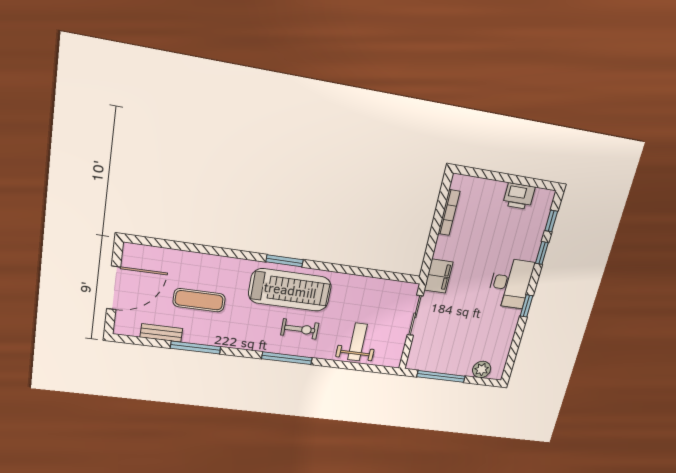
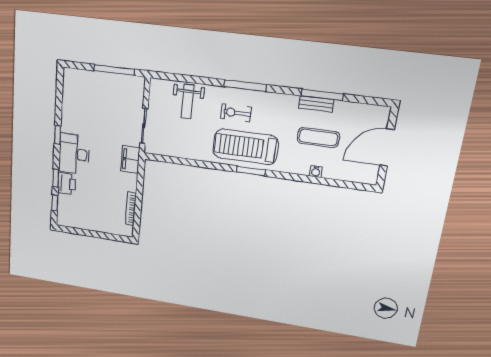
printer: (519, 196) -> (67, 184), moved, turned 90
water cooler: (201, 260) -> (316, 172), added
bench: (161, 333) -> (316, 104), moved
plant: (482, 369) -> (82, 77), removed

